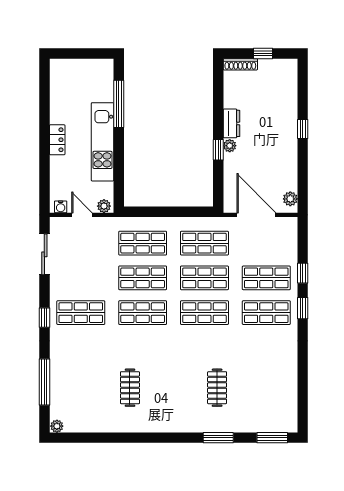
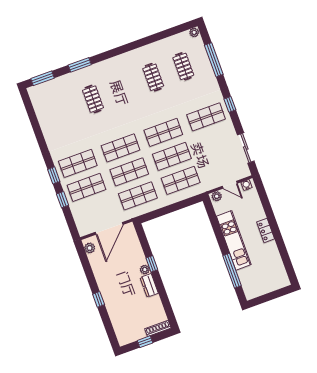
door: (256, 215) -> (109, 228), hinge flipped
clothes rail: (86, 388) -> (183, 66), added

